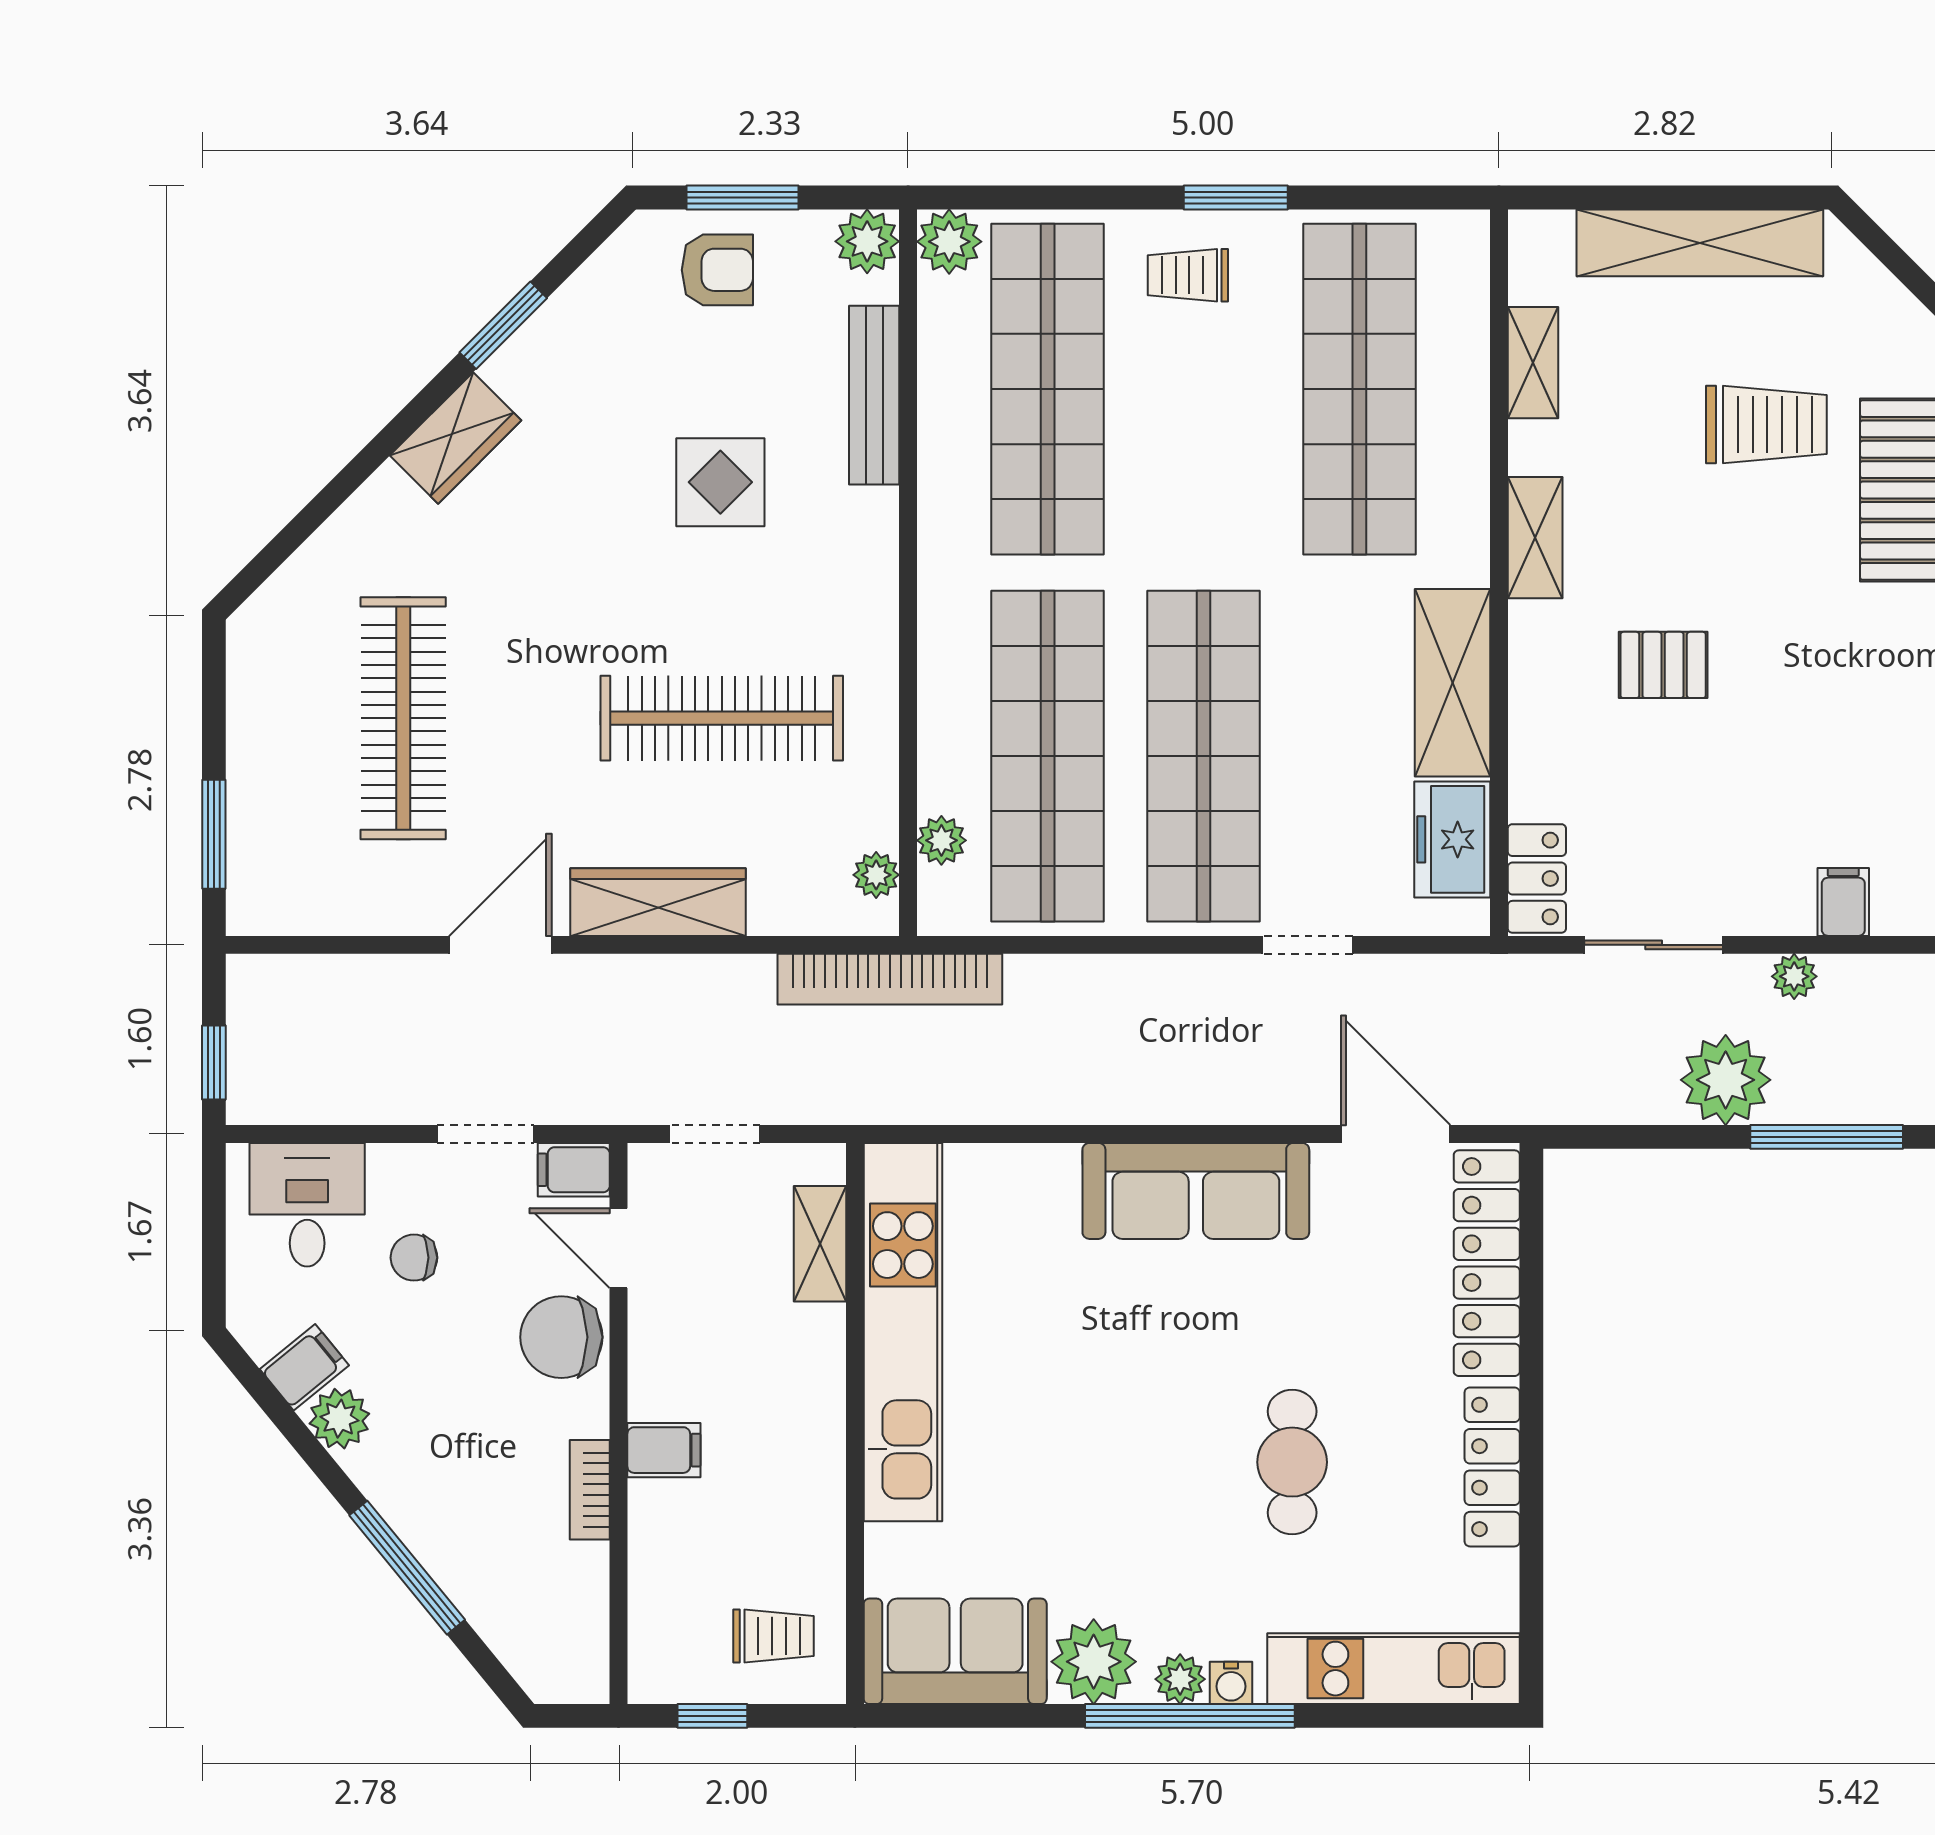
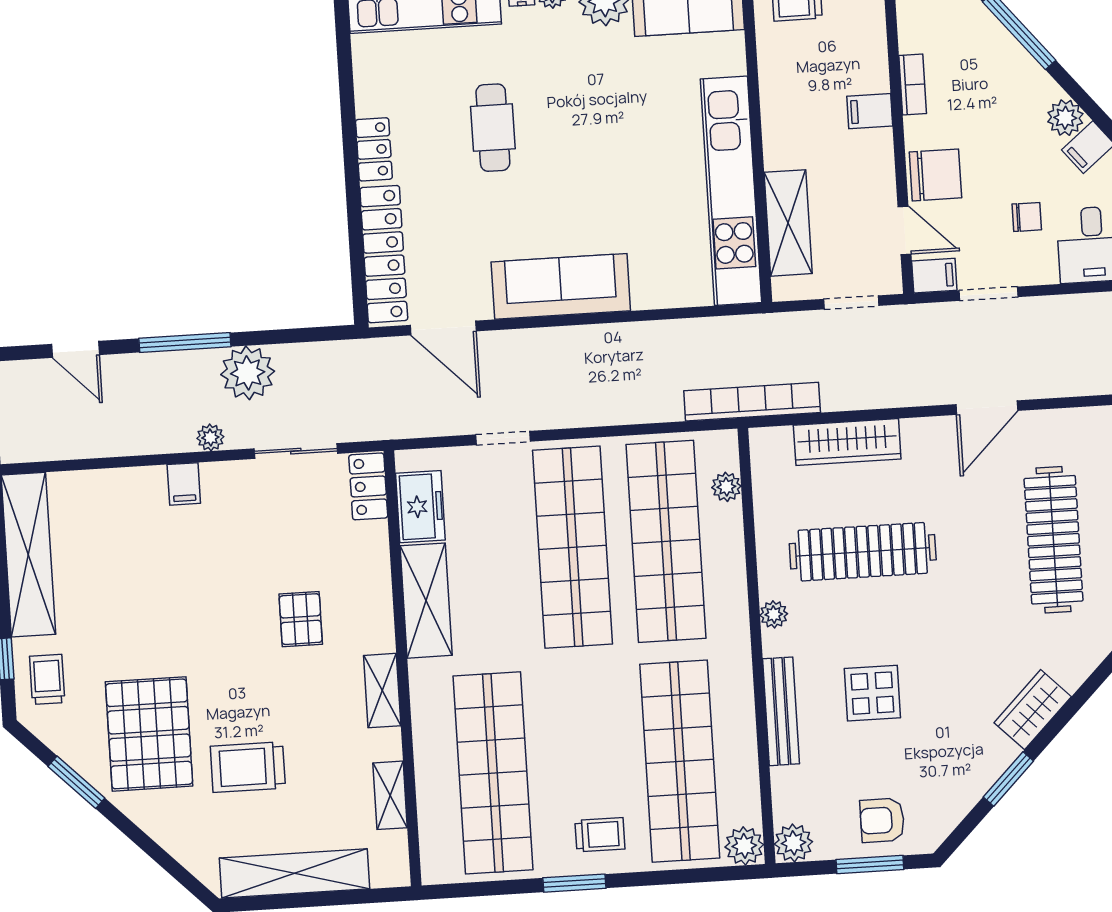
bench: (874, 395) -> (781, 711), moved
pallet: (1663, 665) -> (301, 619), turned 90
plant: (876, 875) -> (774, 614), moved
wardrobe: (658, 902) -> (847, 442), moved
shelving: (820, 1244) -> (788, 223), width x1.50, depth x1.33
locker: (1492, 1467) -> (374, 149), width x0.66

